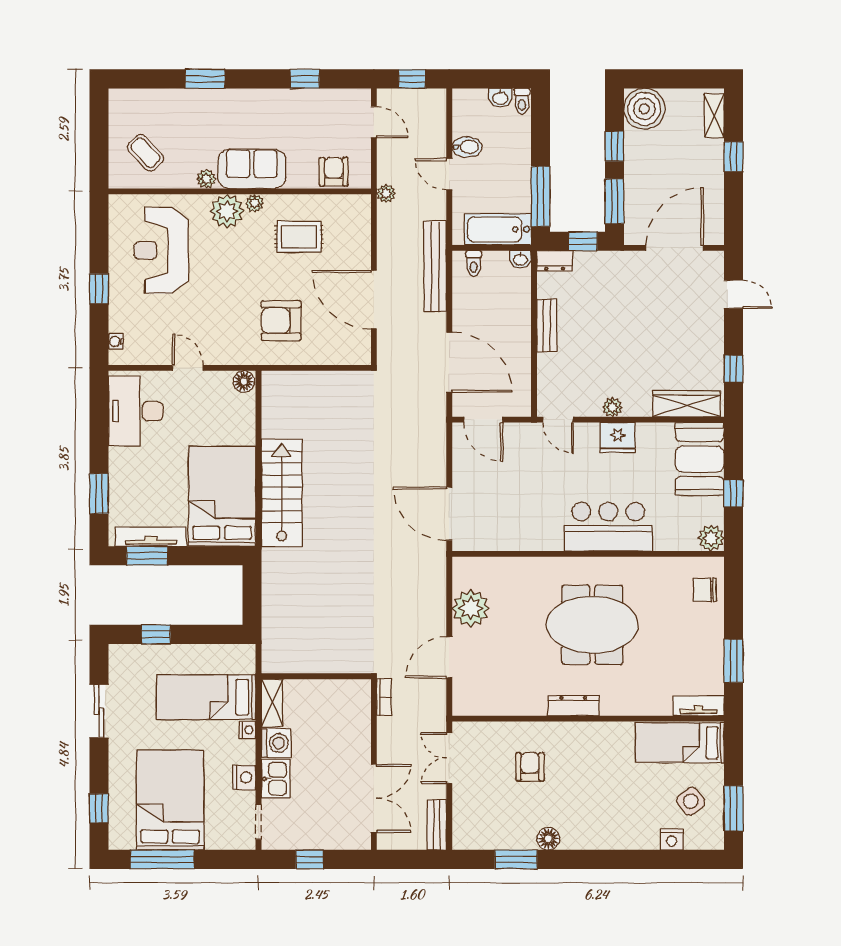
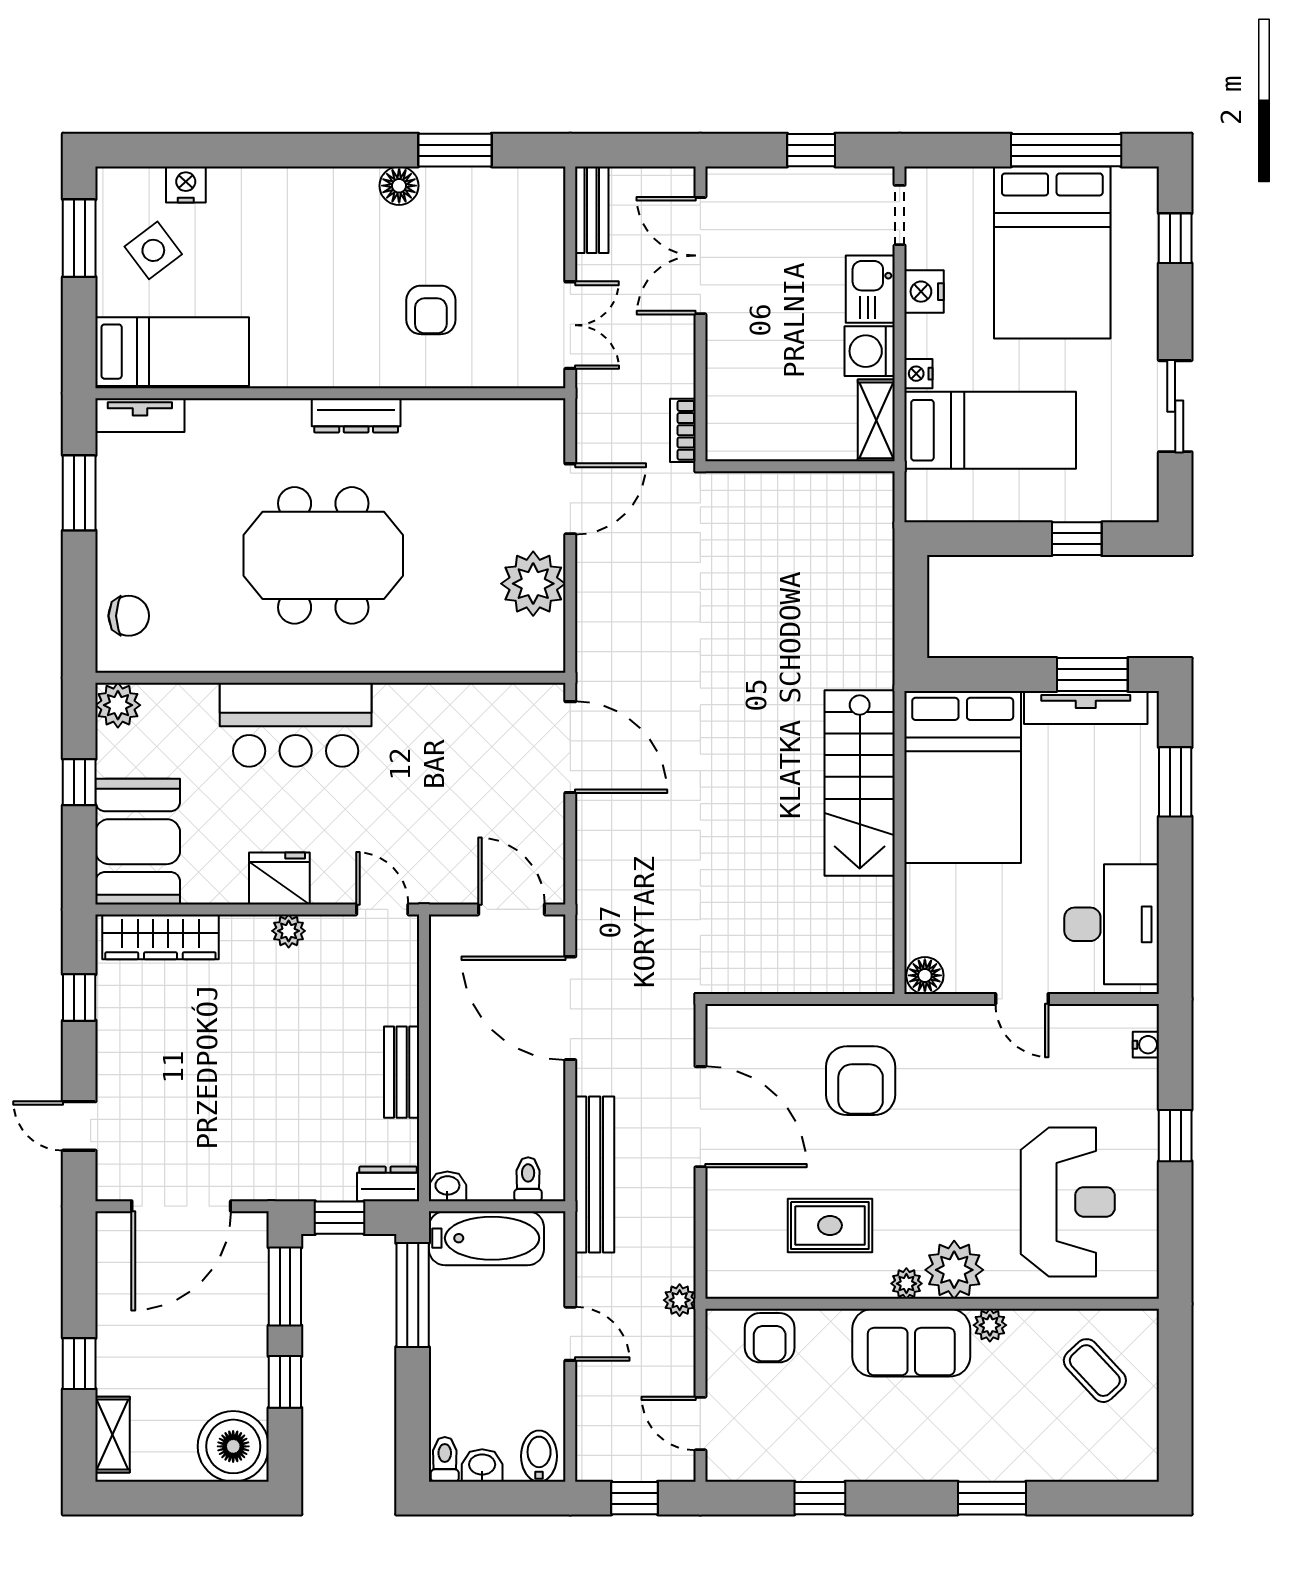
bidet: (467, 147) -> (539, 1456), moved, turned 90
armchair: (281, 321) -> (861, 1081), turned 90

